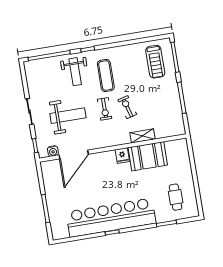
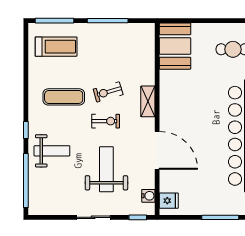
exercise mat: (106, 76) -> (64, 97), moved
shelving: (143, 136) -> (148, 101), moved
door: (74, 155) -> (157, 150), moved
fridge: (122, 156) -> (169, 201), moved
booth: (148, 156) -> (175, 46), moved

